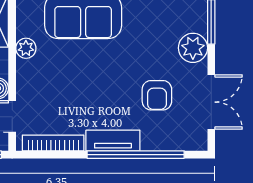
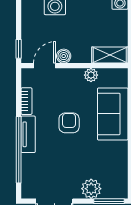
armchair: (157, 95) -> (69, 123), moved, turned 90
bookcase: (53, 143) -> (26, 101), width x0.64

